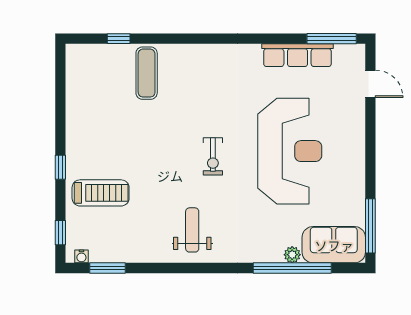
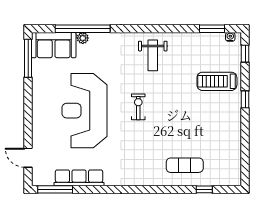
exercise mat: (147, 73) -> (185, 165), turned 90

